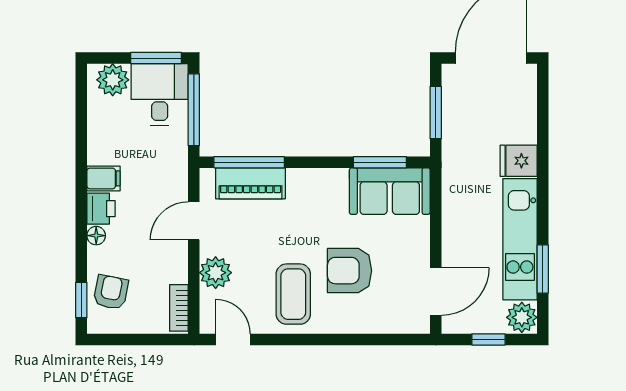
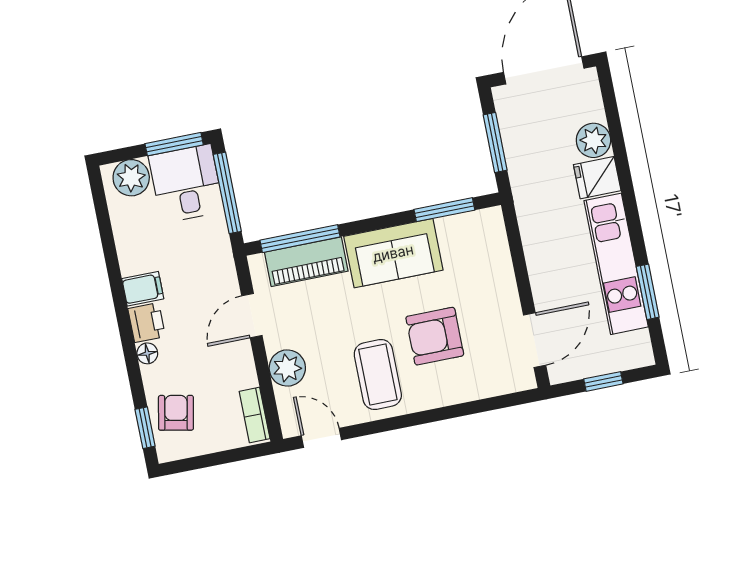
sofa: (390, 191) -> (393, 253), moved
plant: (522, 317) -> (593, 140), moved

